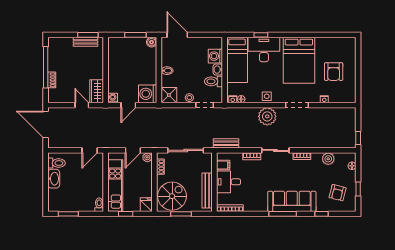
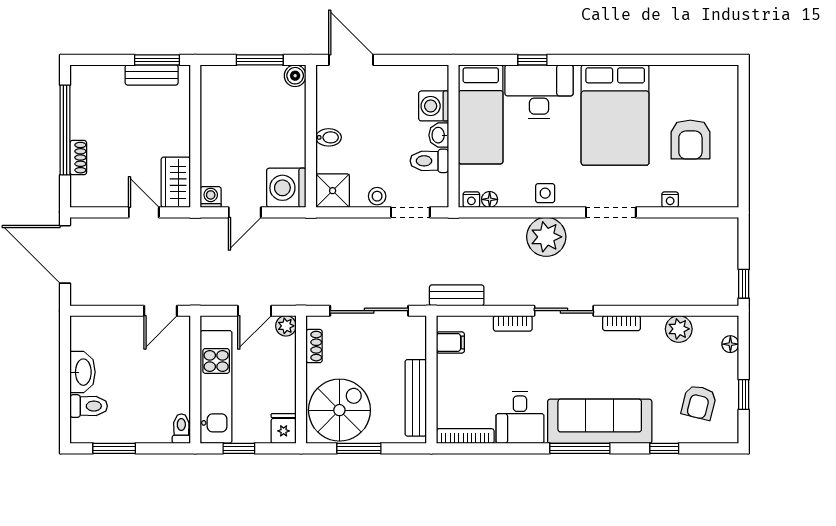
toilet: (56, 163) -> (89, 406), moved
desk: (228, 182) -> (520, 418), moved, turned -90

